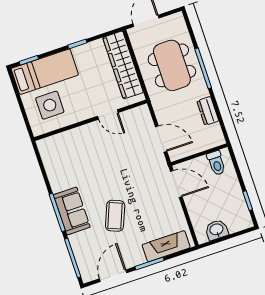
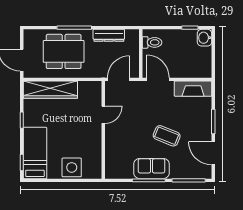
side table: (50, 105) -> (72, 167), moved
dresser: (208, 111) -> (109, 35), width x1.44
door: (108, 114) -> (103, 115), moved
wall: (90, 120) -> (103, 130), moved
door: (176, 184) -> (158, 79), hinge flipped
washbasin: (217, 230) -> (205, 38), moved
fireplace: (166, 246) -> (193, 89), moved, turned -90

